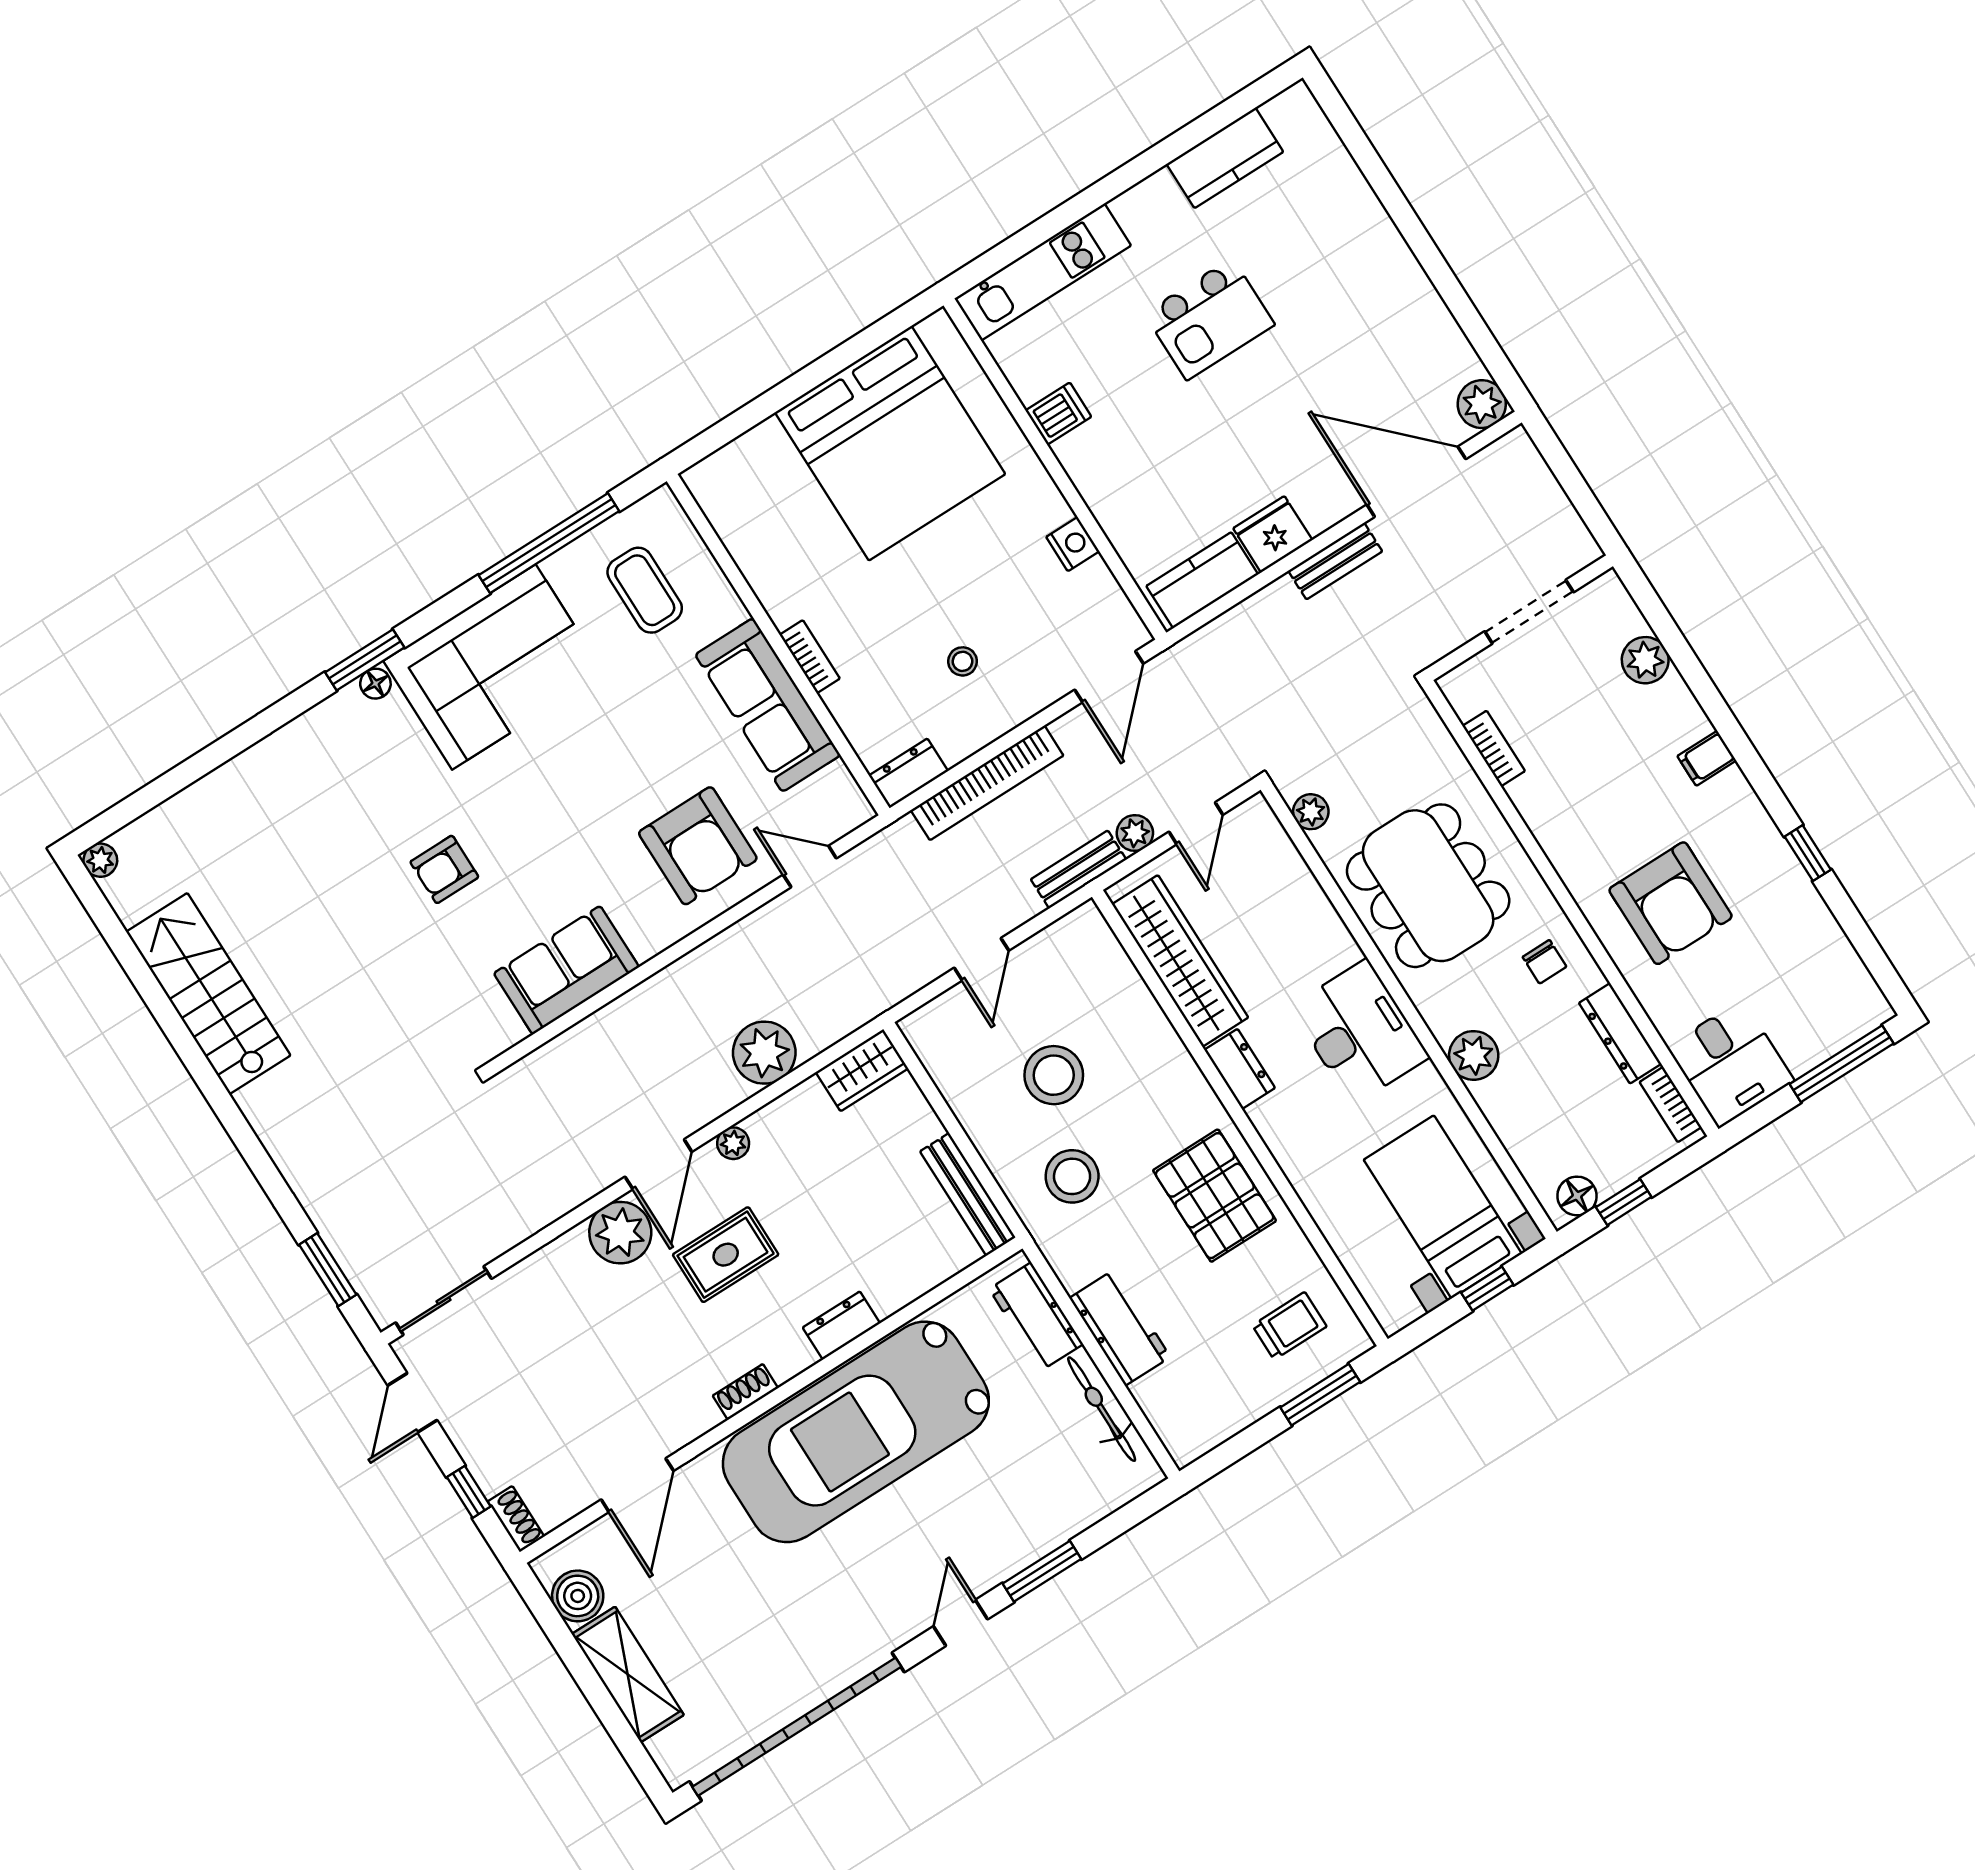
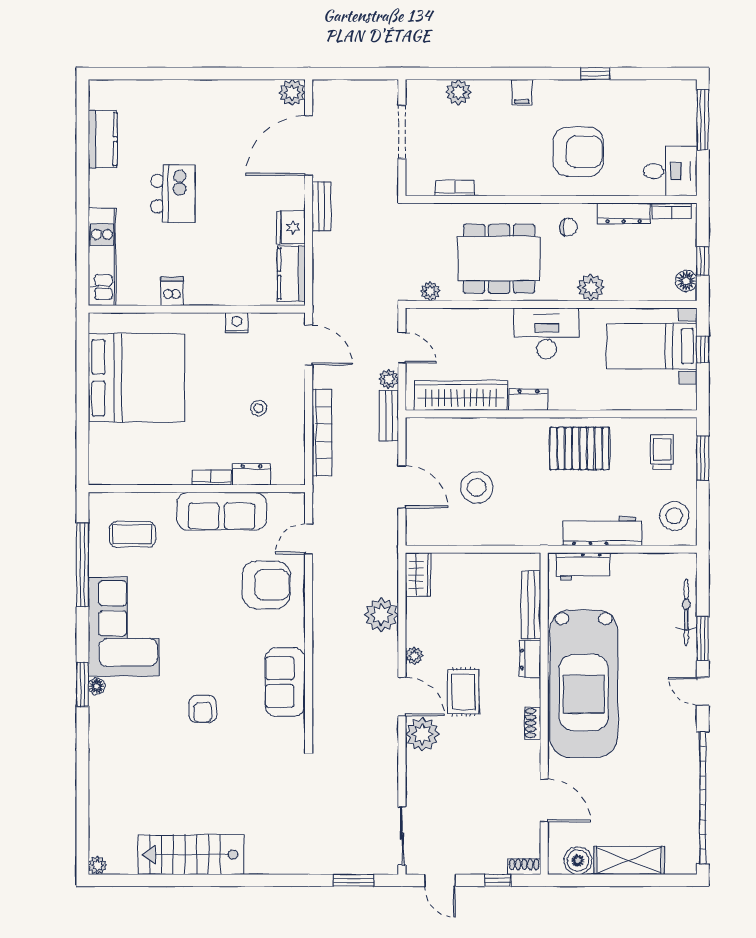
dresser: (908, 773) -> (251, 474), moved, turned 90
door: (982, 959) -> (402, 487), width x1.38
stool: (1072, 1176) -> (674, 516), moved
bench: (968, 1194) -> (531, 605), moved, turned 90
workbench: (1120, 1328) -> (602, 531), width x1.38
bicycle: (1102, 1409) -> (686, 612), moved, turned 90

